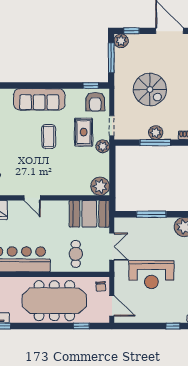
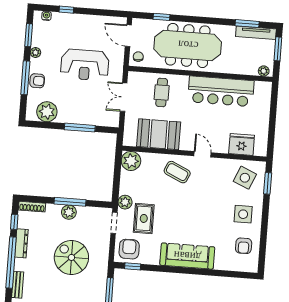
coffee table: (49, 136) -> (177, 172), moved, turned -65
booth: (89, 214) -> (159, 134), moved
reception desk: (151, 275) -> (85, 65), turned 180

